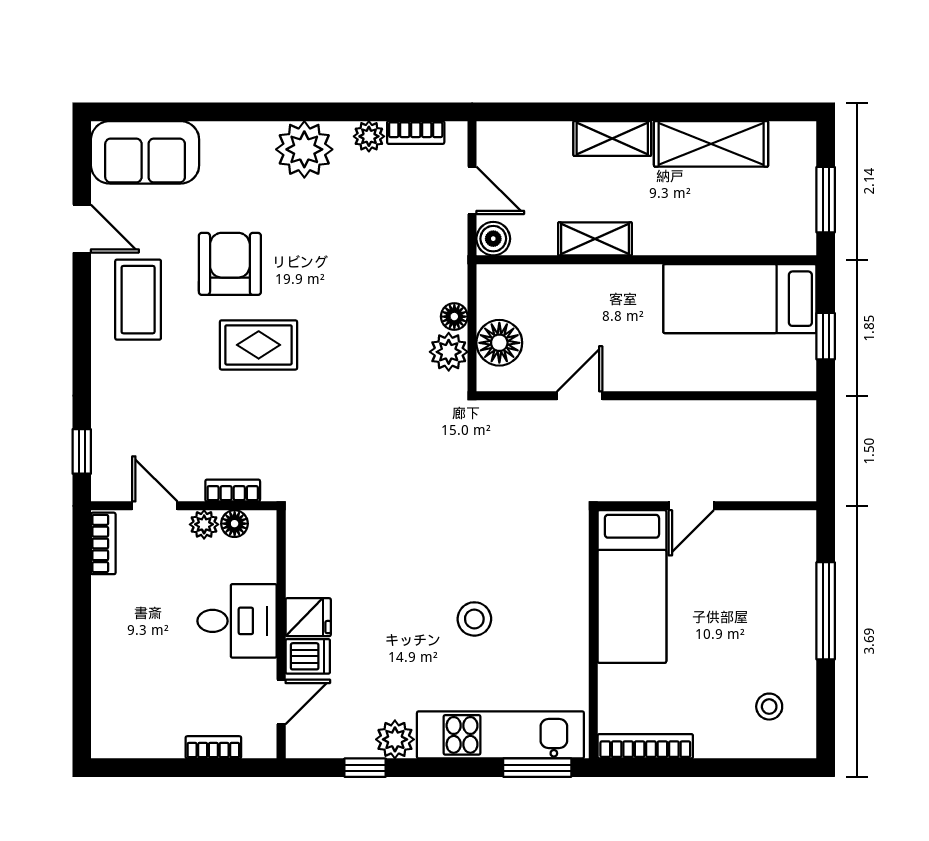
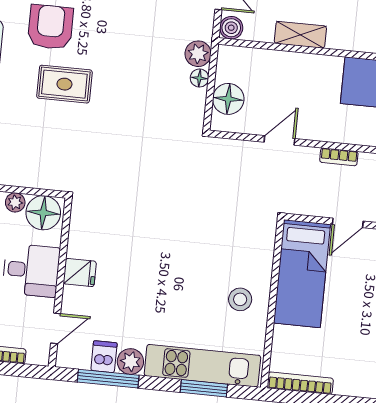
plant: (449, 352) -> (198, 54), moved
bookcase: (233, 491) -> (339, 157), moved, turned 180
floor lamp: (235, 524) -> (43, 213), width x1.89, depth x1.89
stool: (474, 619) -> (240, 299), moved
dishwasher: (308, 656) -> (104, 357), moved, turned -90
window: (365, 768) -> (108, 379), width x2.17
window: (537, 768) -> (204, 388), moved

